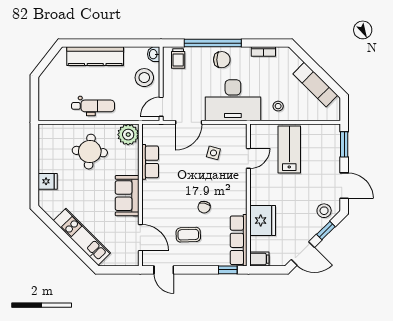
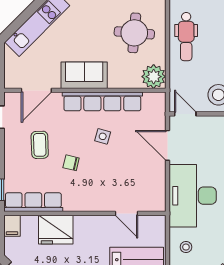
side table: (213, 153) -> (103, 136), moved
row of seats: (150, 162) -> (102, 101), width x2.02

